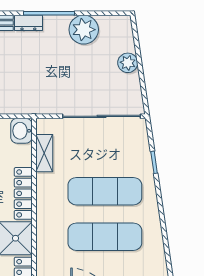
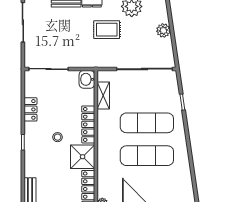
rug: (49, 62) -> (107, 30), added

